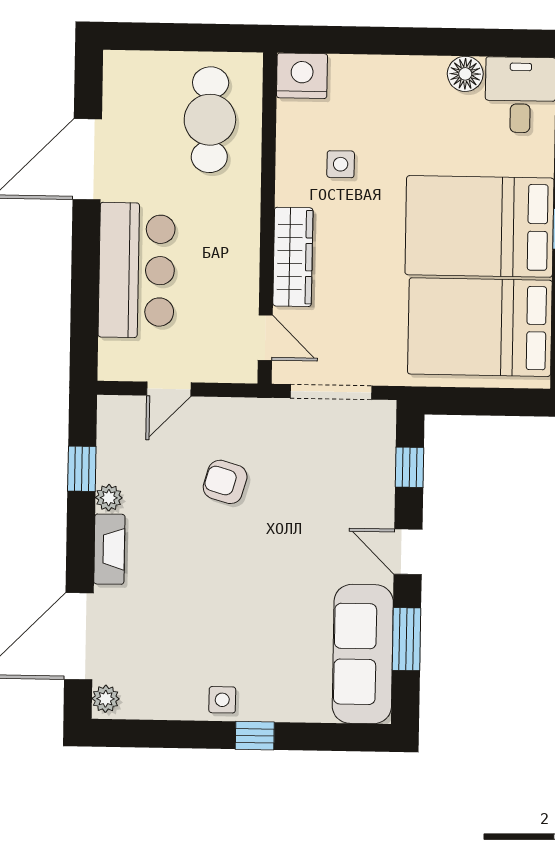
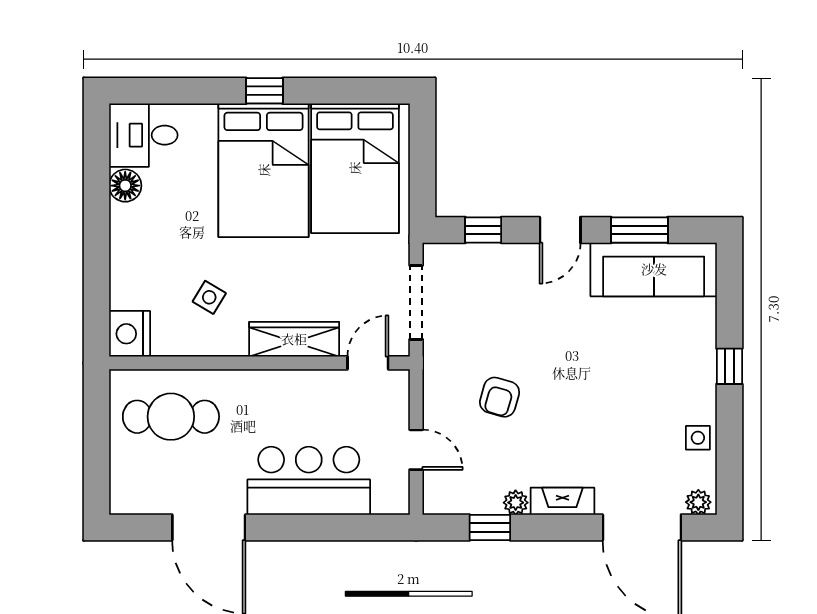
side table: (341, 164) -> (209, 297), turned 31
side table: (222, 700) -> (698, 438), moved

